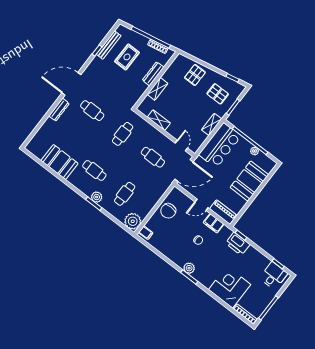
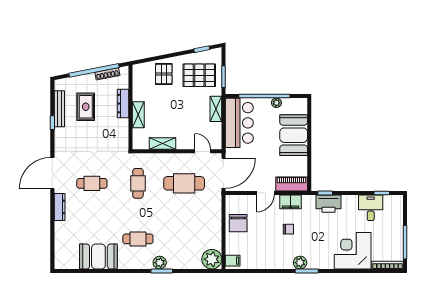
pallet: (218, 94) -> (199, 75), width x1.50, depth x1.42
cafe table: (153, 157) -> (184, 183), width x1.37, depth x1.35
cafe table: (125, 194) -> (184, 239), removed
desk: (273, 276) -> (371, 208), moved

